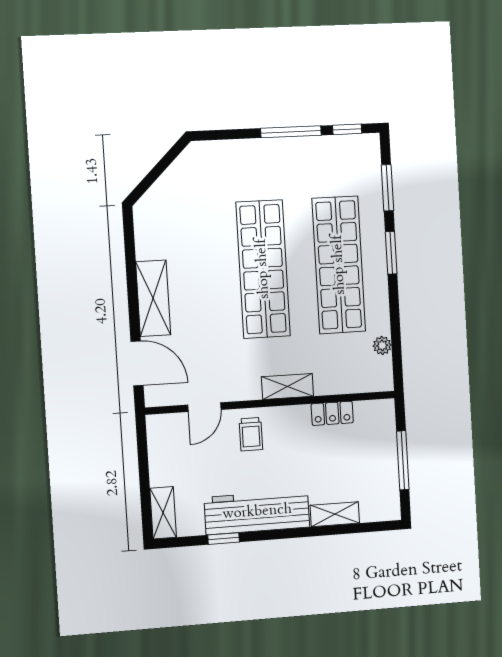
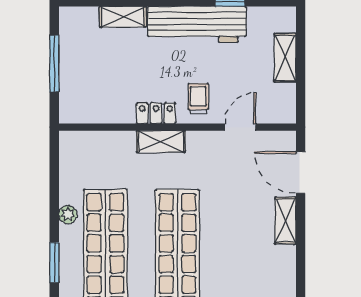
shelving: (153, 298) -> (286, 221), width x0.67, depth x0.75
plant: (382, 345) -> (68, 214), moved
locker: (332, 413) -> (156, 113), moved
shelving: (163, 513) -> (285, 58), moved

